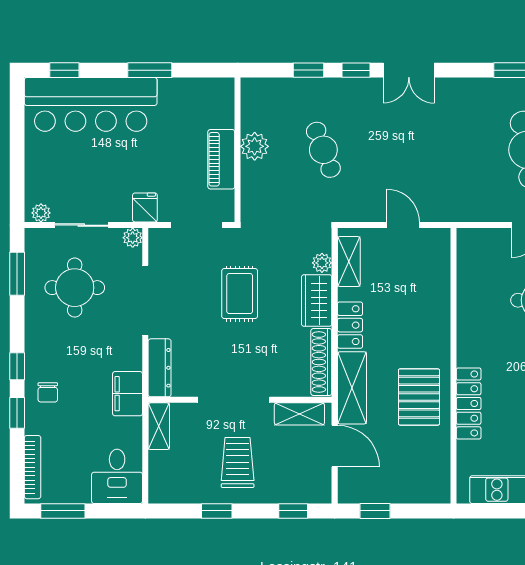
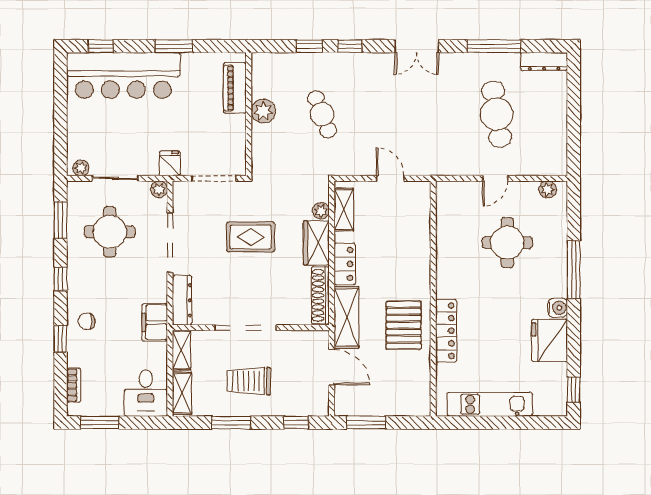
double door: (409, 70) -> (417, 46), moved
piano: (221, 159) -> (235, 88), moved
rug: (240, 294) -> (251, 237), turned 90
window: (17, 366) -> (61, 279), moved
chair: (48, 392) -> (87, 321), turned 90
shelving: (299, 414) -> (182, 393), moved, turned 90
trolley: (238, 462) -> (249, 381), turned -90
bookcase: (33, 467) -> (74, 385), width x0.64
window: (217, 511) -> (231, 423), width x1.50
window: (375, 511) -> (366, 423), width x1.50

